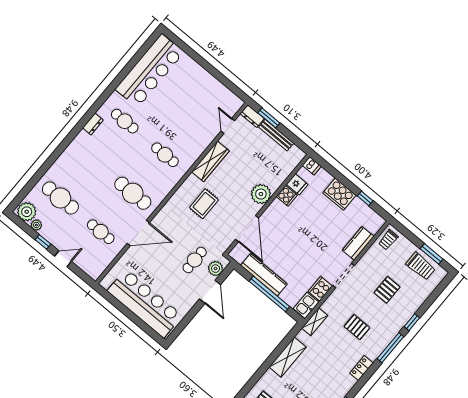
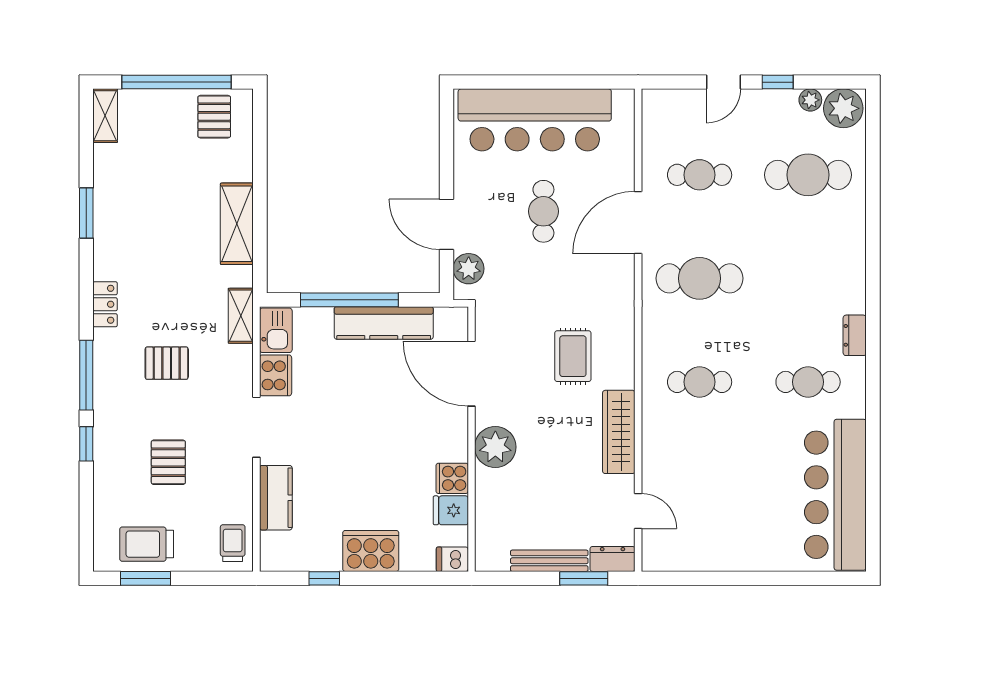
cafe table: (195, 260) -> (543, 211), moved

